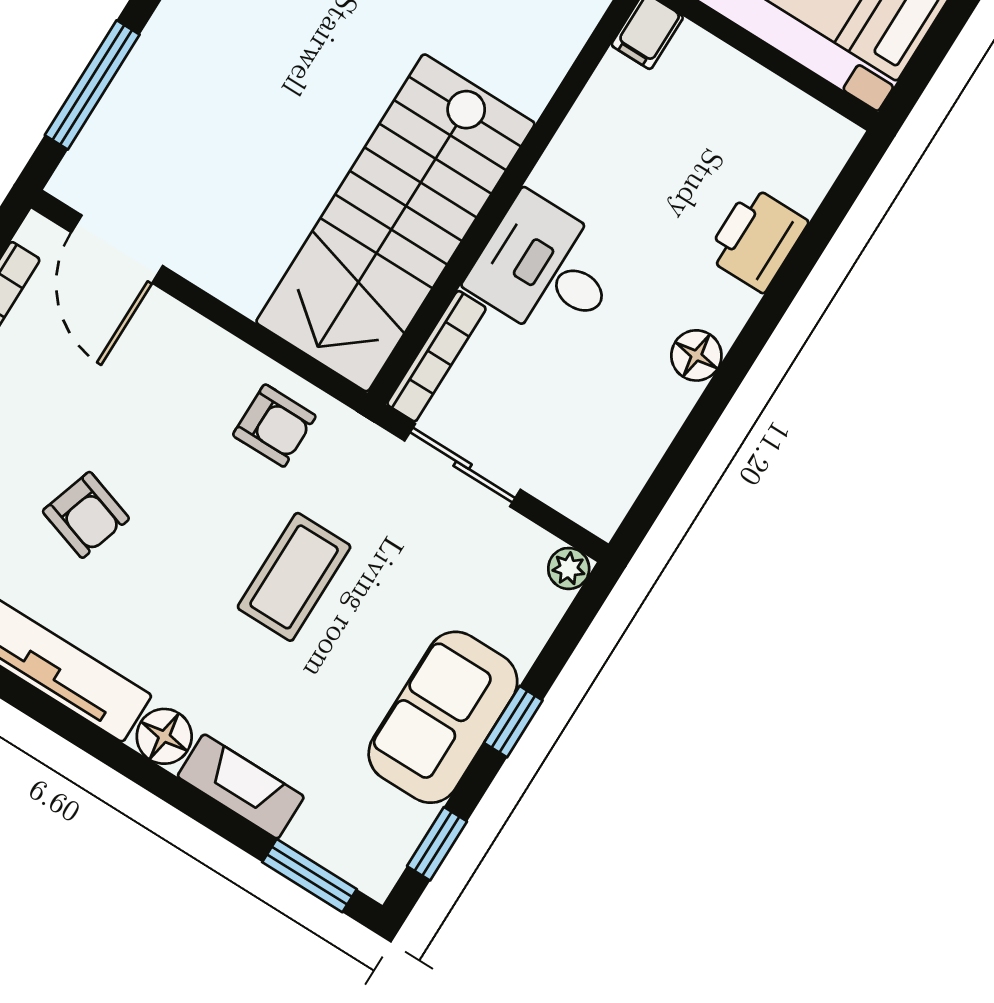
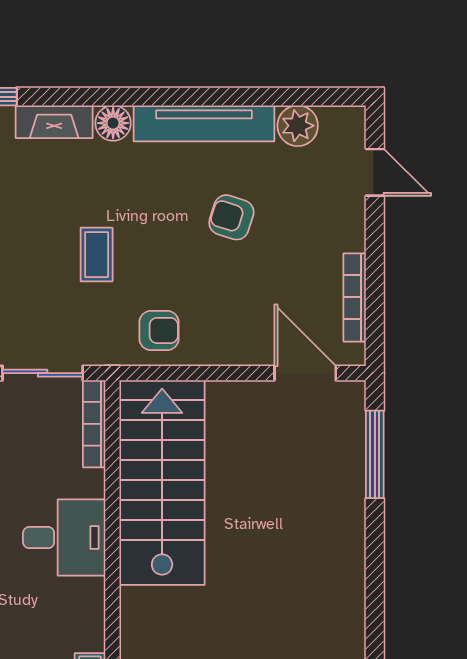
desk: (545, 270) -> (64, 538), moved
armchair: (274, 426) -> (159, 330), turned 180
coffee table: (294, 577) -> (97, 255), width x0.73, depth x0.77

